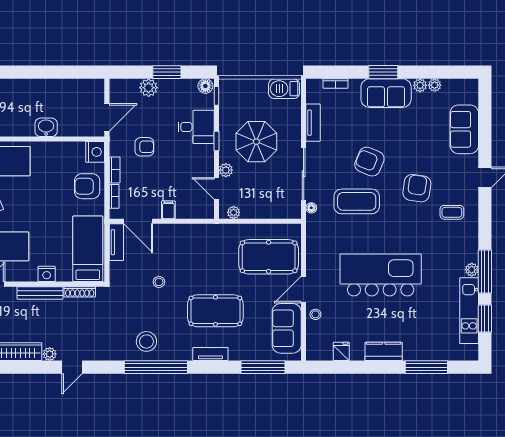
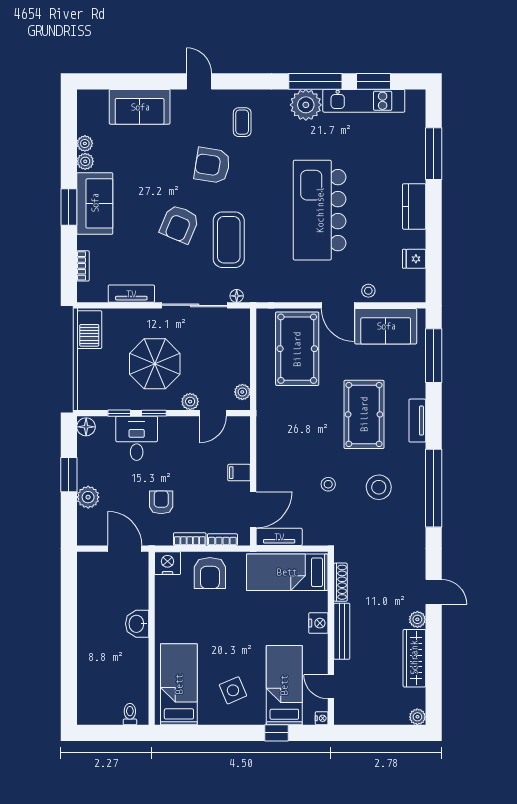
window: (217, 96) -> (119, 413), moved
plant: (472, 270) -> (306, 105), width x1.88, depth x1.88
stool: (146, 341) -> (379, 487), moved

